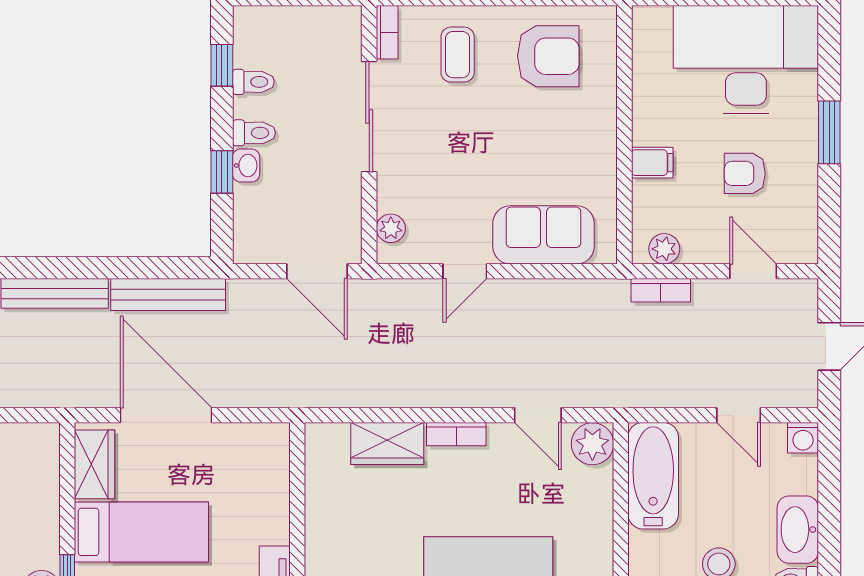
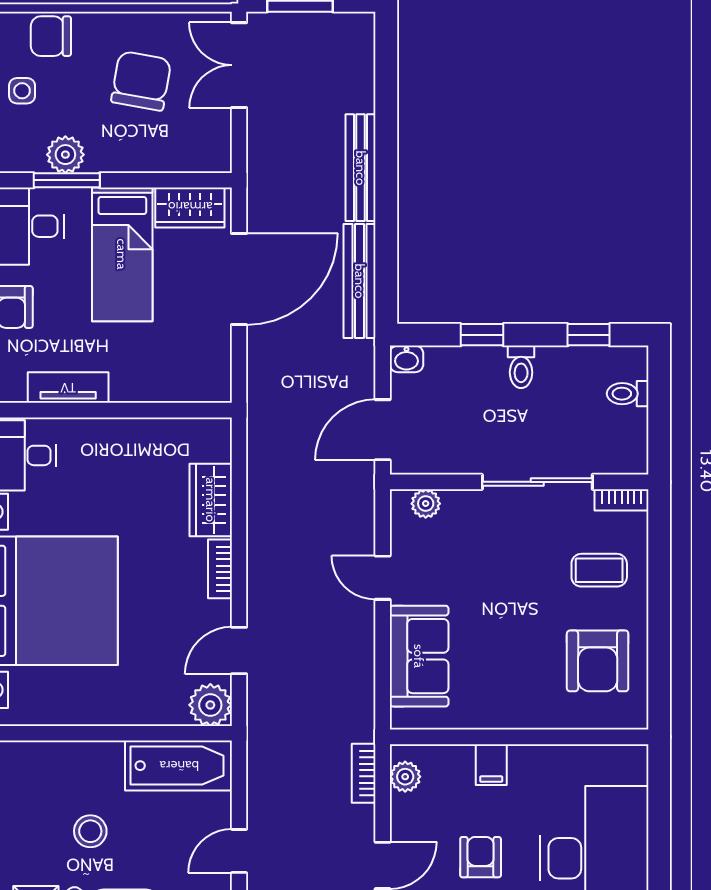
toilet: (253, 82) -> (628, 394), moved, turned 90
washbasin: (246, 165) -> (406, 359), moved

